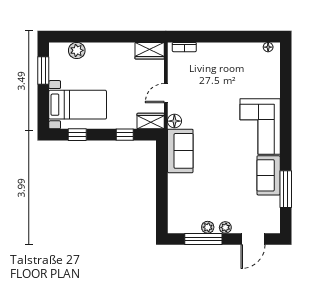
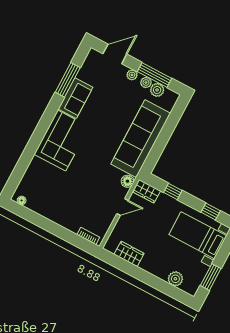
wardrobe: (150, 51) -> (129, 254), moved
sofa: (180, 151) -> (141, 139), width x1.85, depth x1.27
plant: (193, 226) -> (157, 90), added

